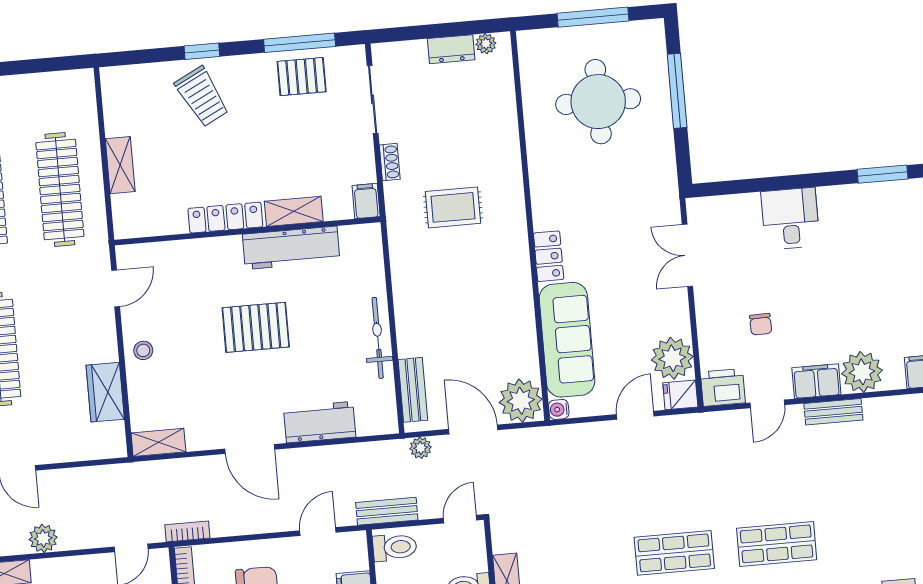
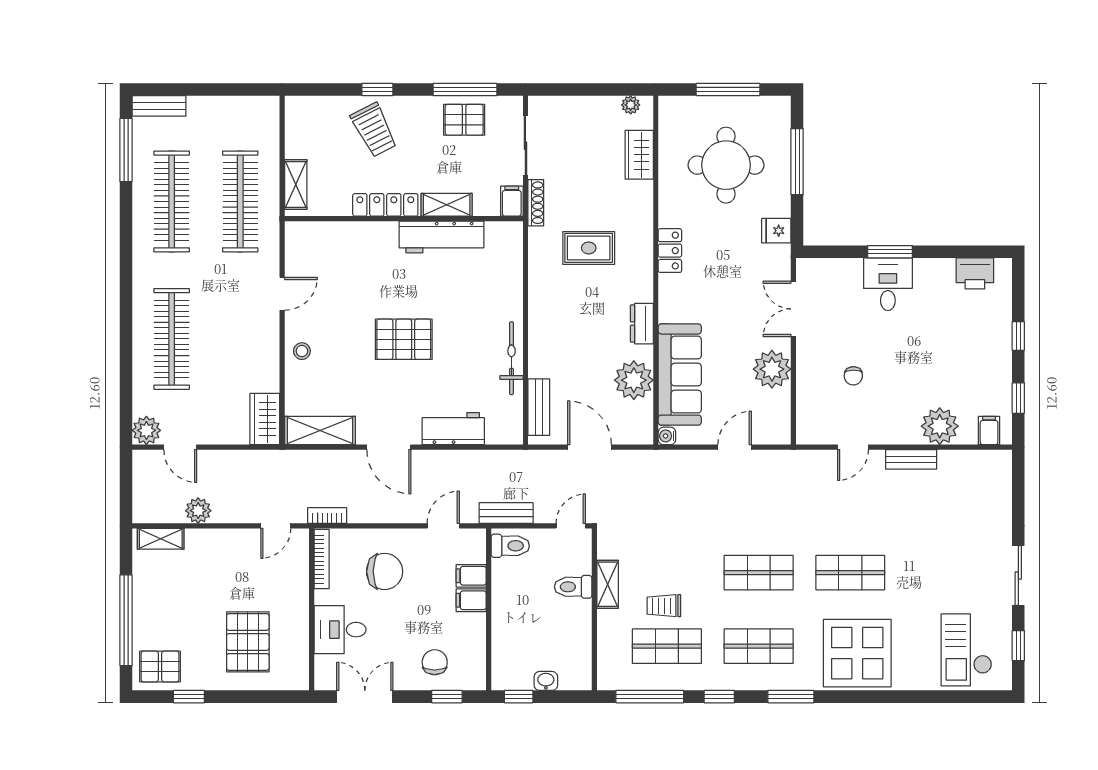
dresser: (451, 49) -> (642, 324), moved, turned 90
wardrobe: (500, 98) -> (639, 155), added
shoe rack: (390, 162) -> (536, 203), width x1.43
window: (883, 174) -> (890, 252), moved
filing cabinet: (366, 201) -> (512, 201), moved
shelving: (294, 211) -> (447, 205), moved
locker: (225, 218) -> (385, 205), moved
wall: (247, 231) -> (404, 219), moved
workbench: (291, 248) -> (441, 237), moved
locker: (549, 256) -> (670, 251), moved
plant: (672, 358) -> (772, 369), moved
filing cabinet: (816, 381) -> (898, 431), removed
printer: (723, 387) -> (975, 273), moved, turned 180
wardrobe: (105, 392) -> (265, 419), moved
fridge: (680, 395) -> (776, 231), moved
plant: (521, 401) -> (634, 380), moved
shelving: (158, 442) -> (320, 431), width x1.50, depth x1.33
plant: (421, 448) -> (541, 459), removed

